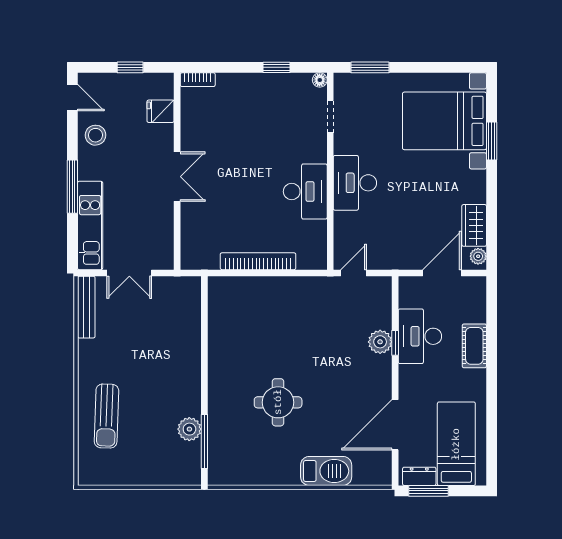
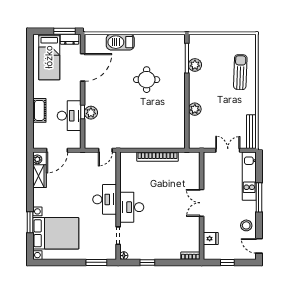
desk: (305, 192) -> (132, 207), moved
plant: (190, 348) -> (195, 109), added

